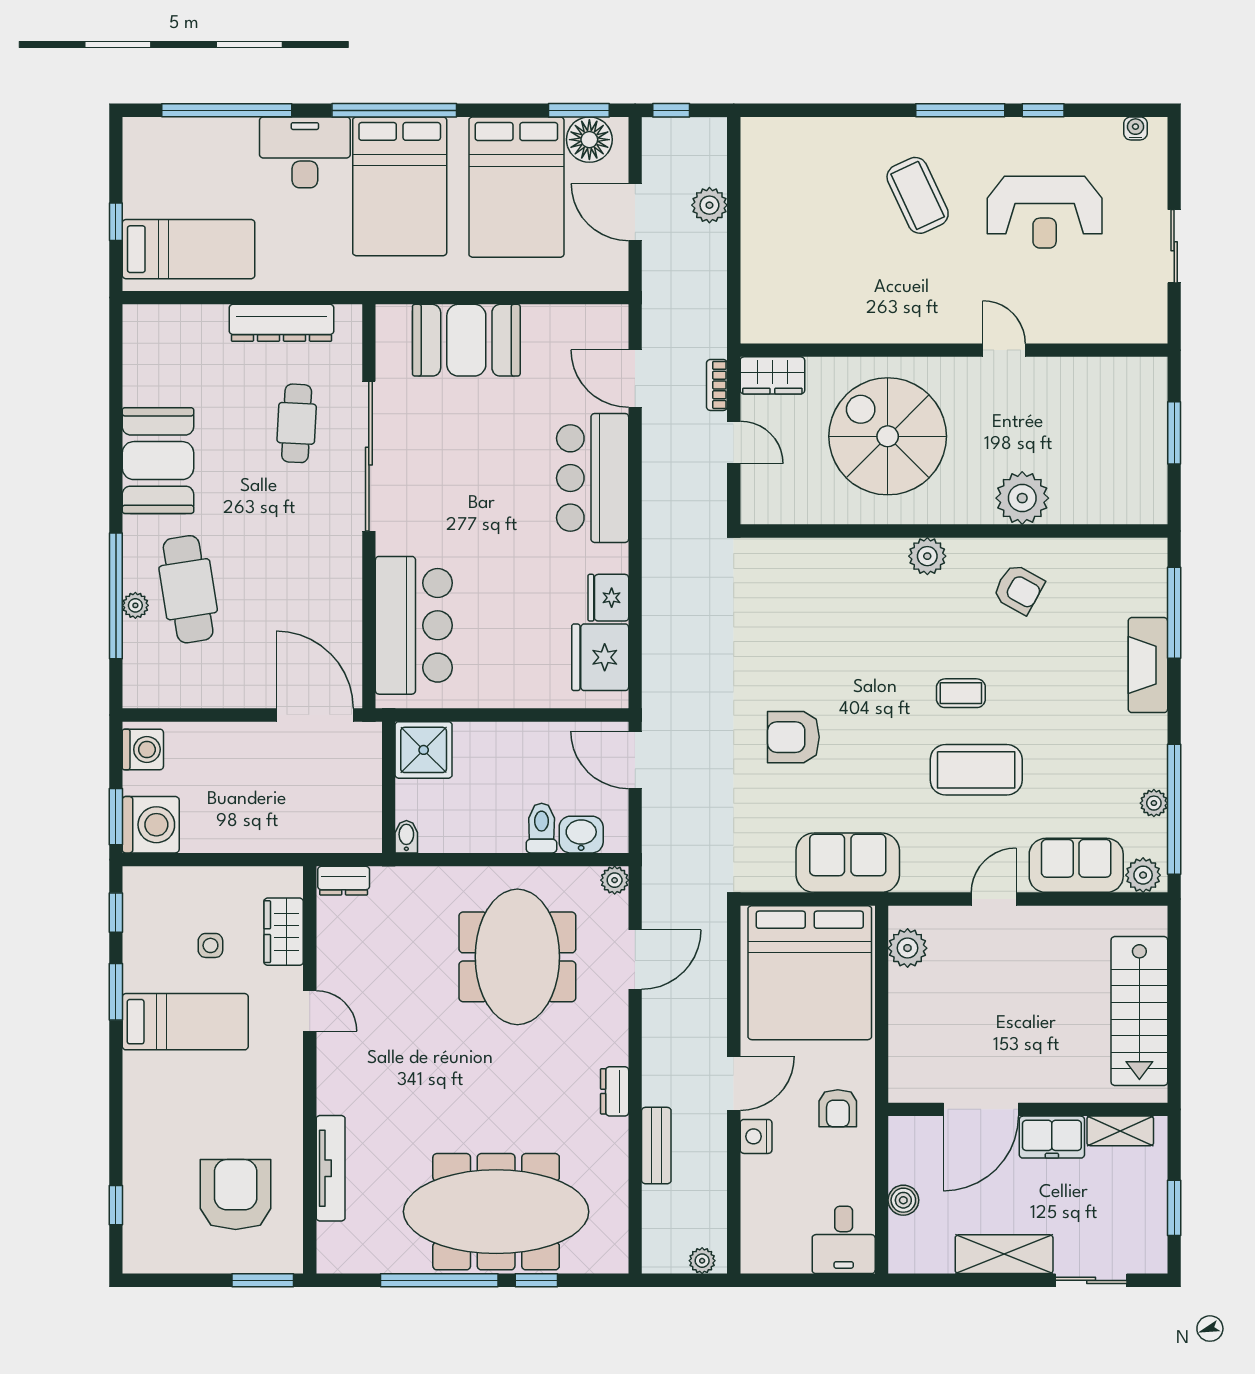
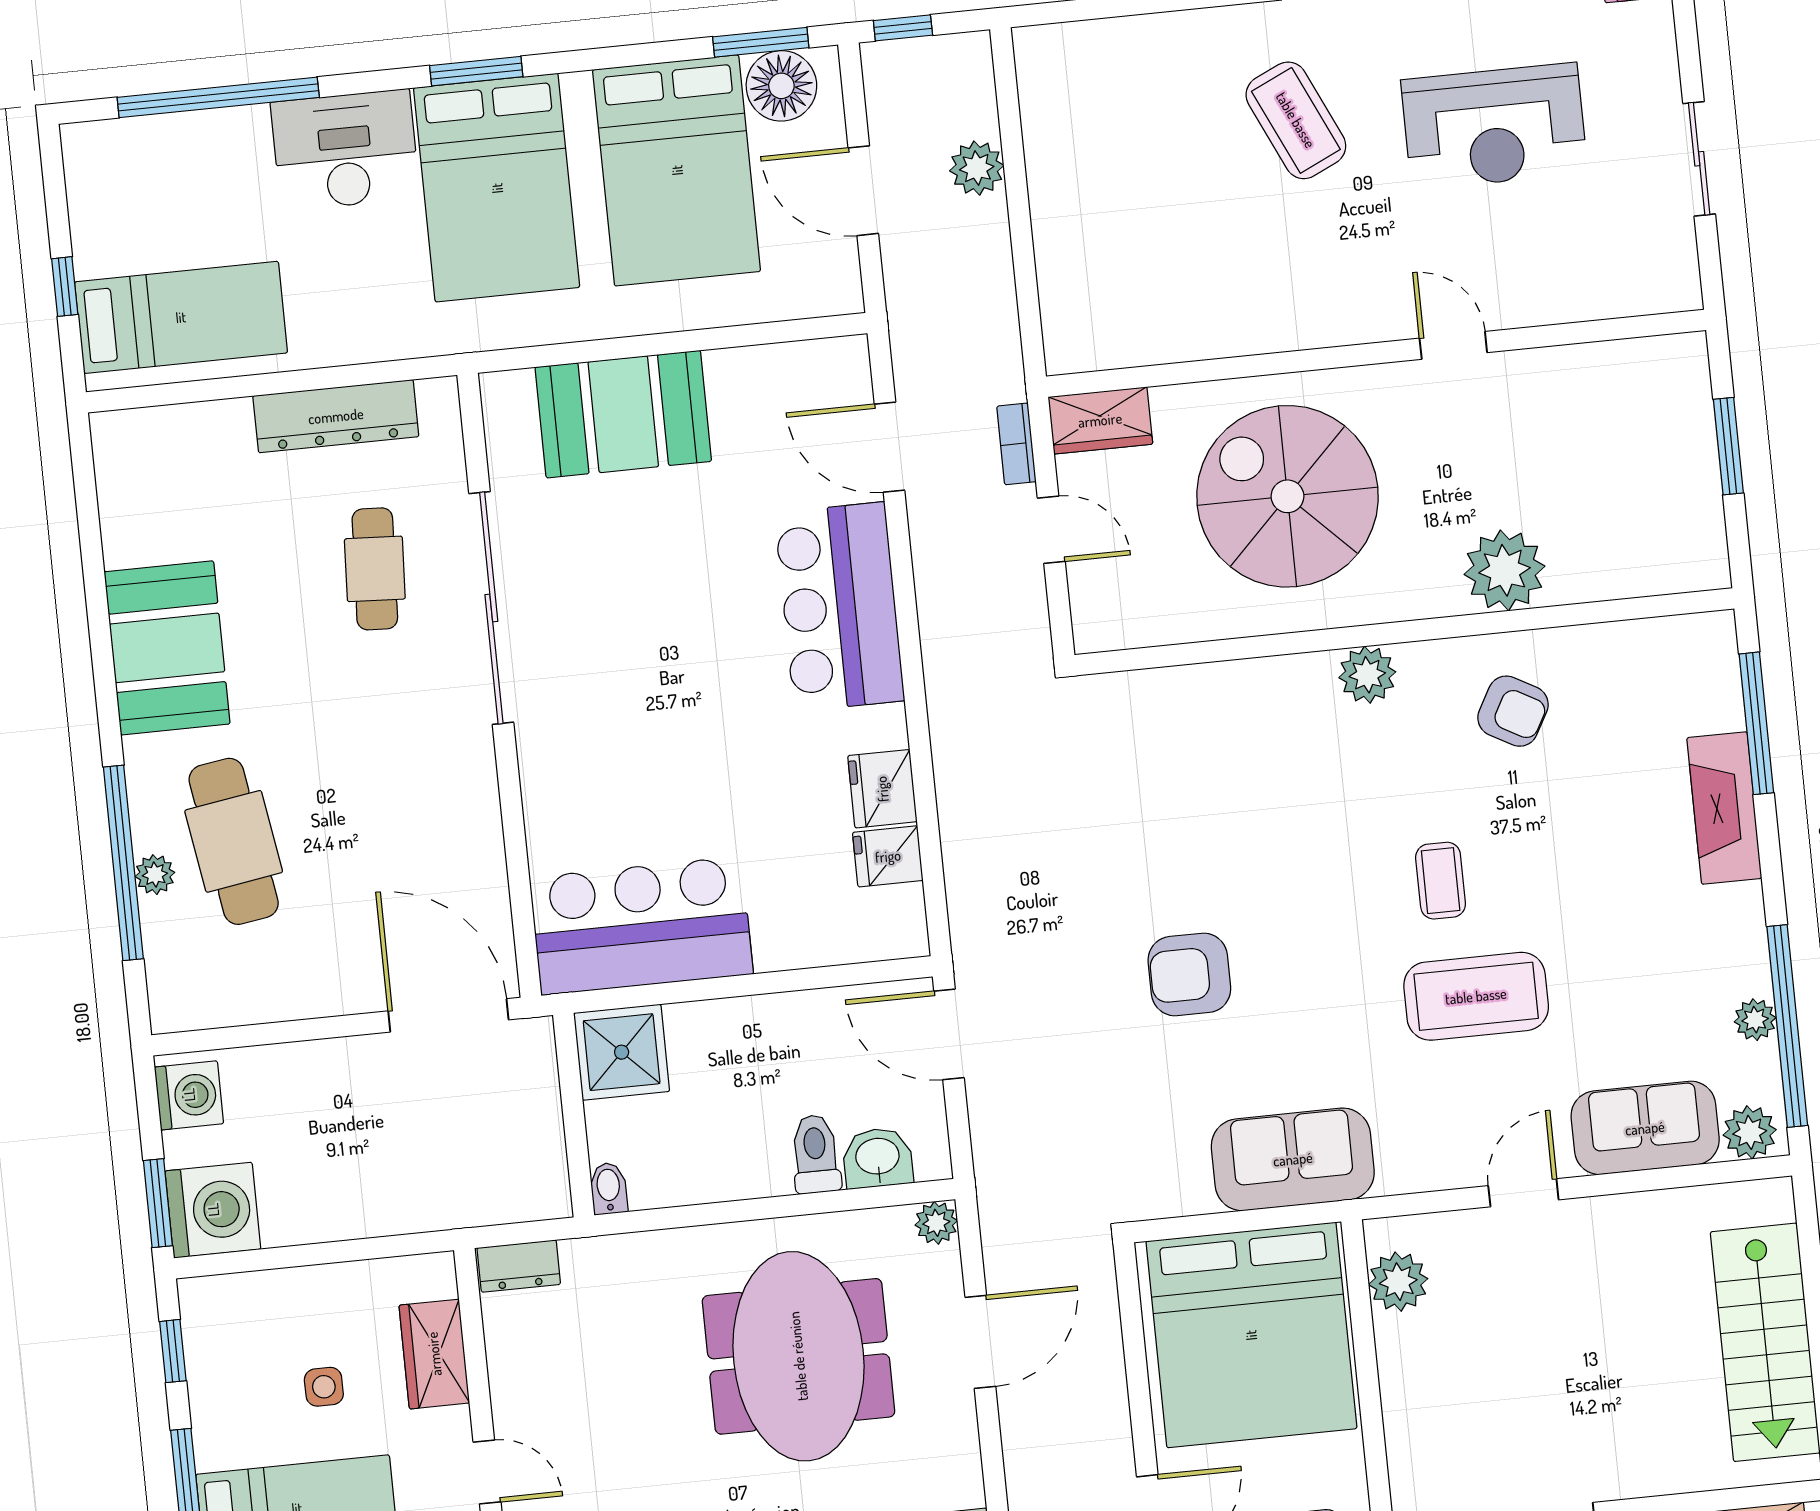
window: (394, 110) -> (476, 71), width x0.47
bar counter: (414, 625) -> (641, 926), moved, turned -90
fridge: (600, 657) -> (888, 856), width x0.53, depth x0.75
coffee table: (961, 693) -> (1441, 881), turned 90

